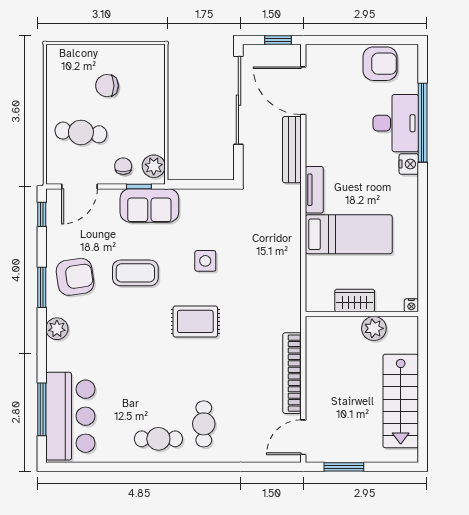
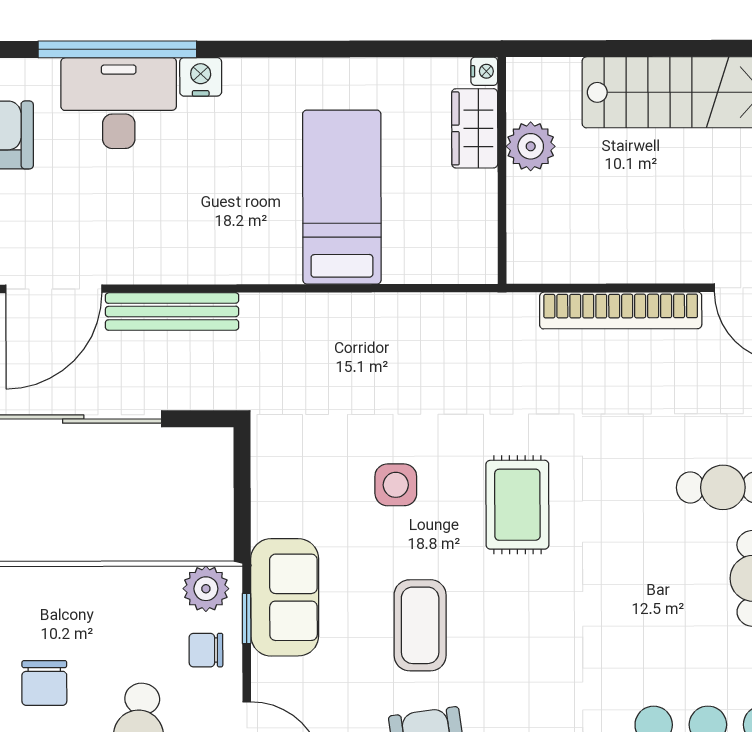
tv unit: (314, 190) -> (253, 266), removed
wardrobe: (355, 301) -> (475, 128), moved

